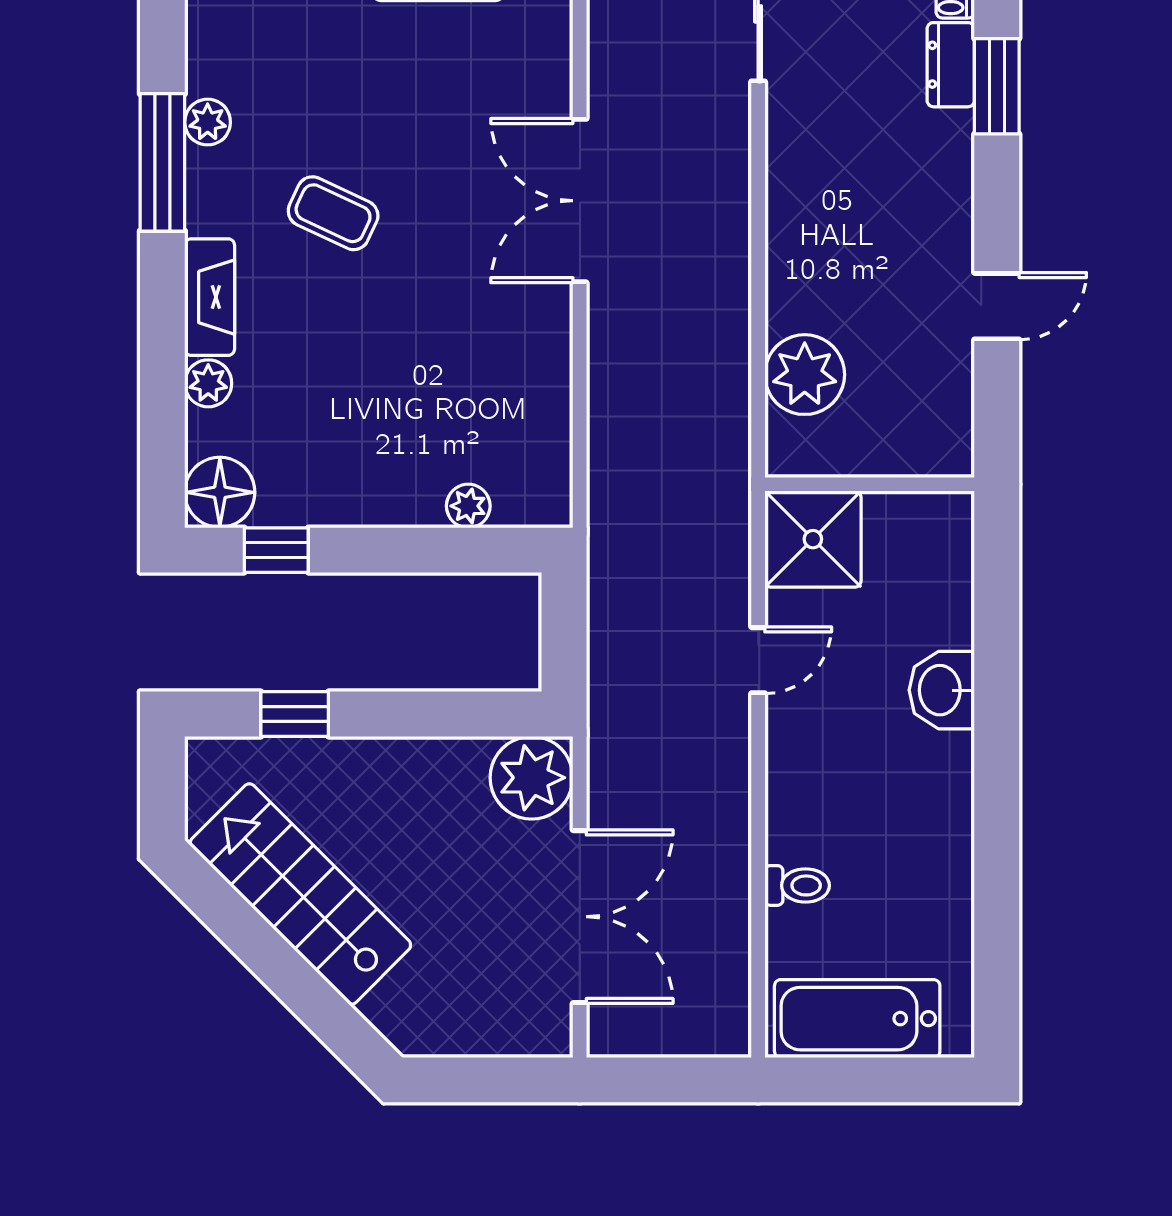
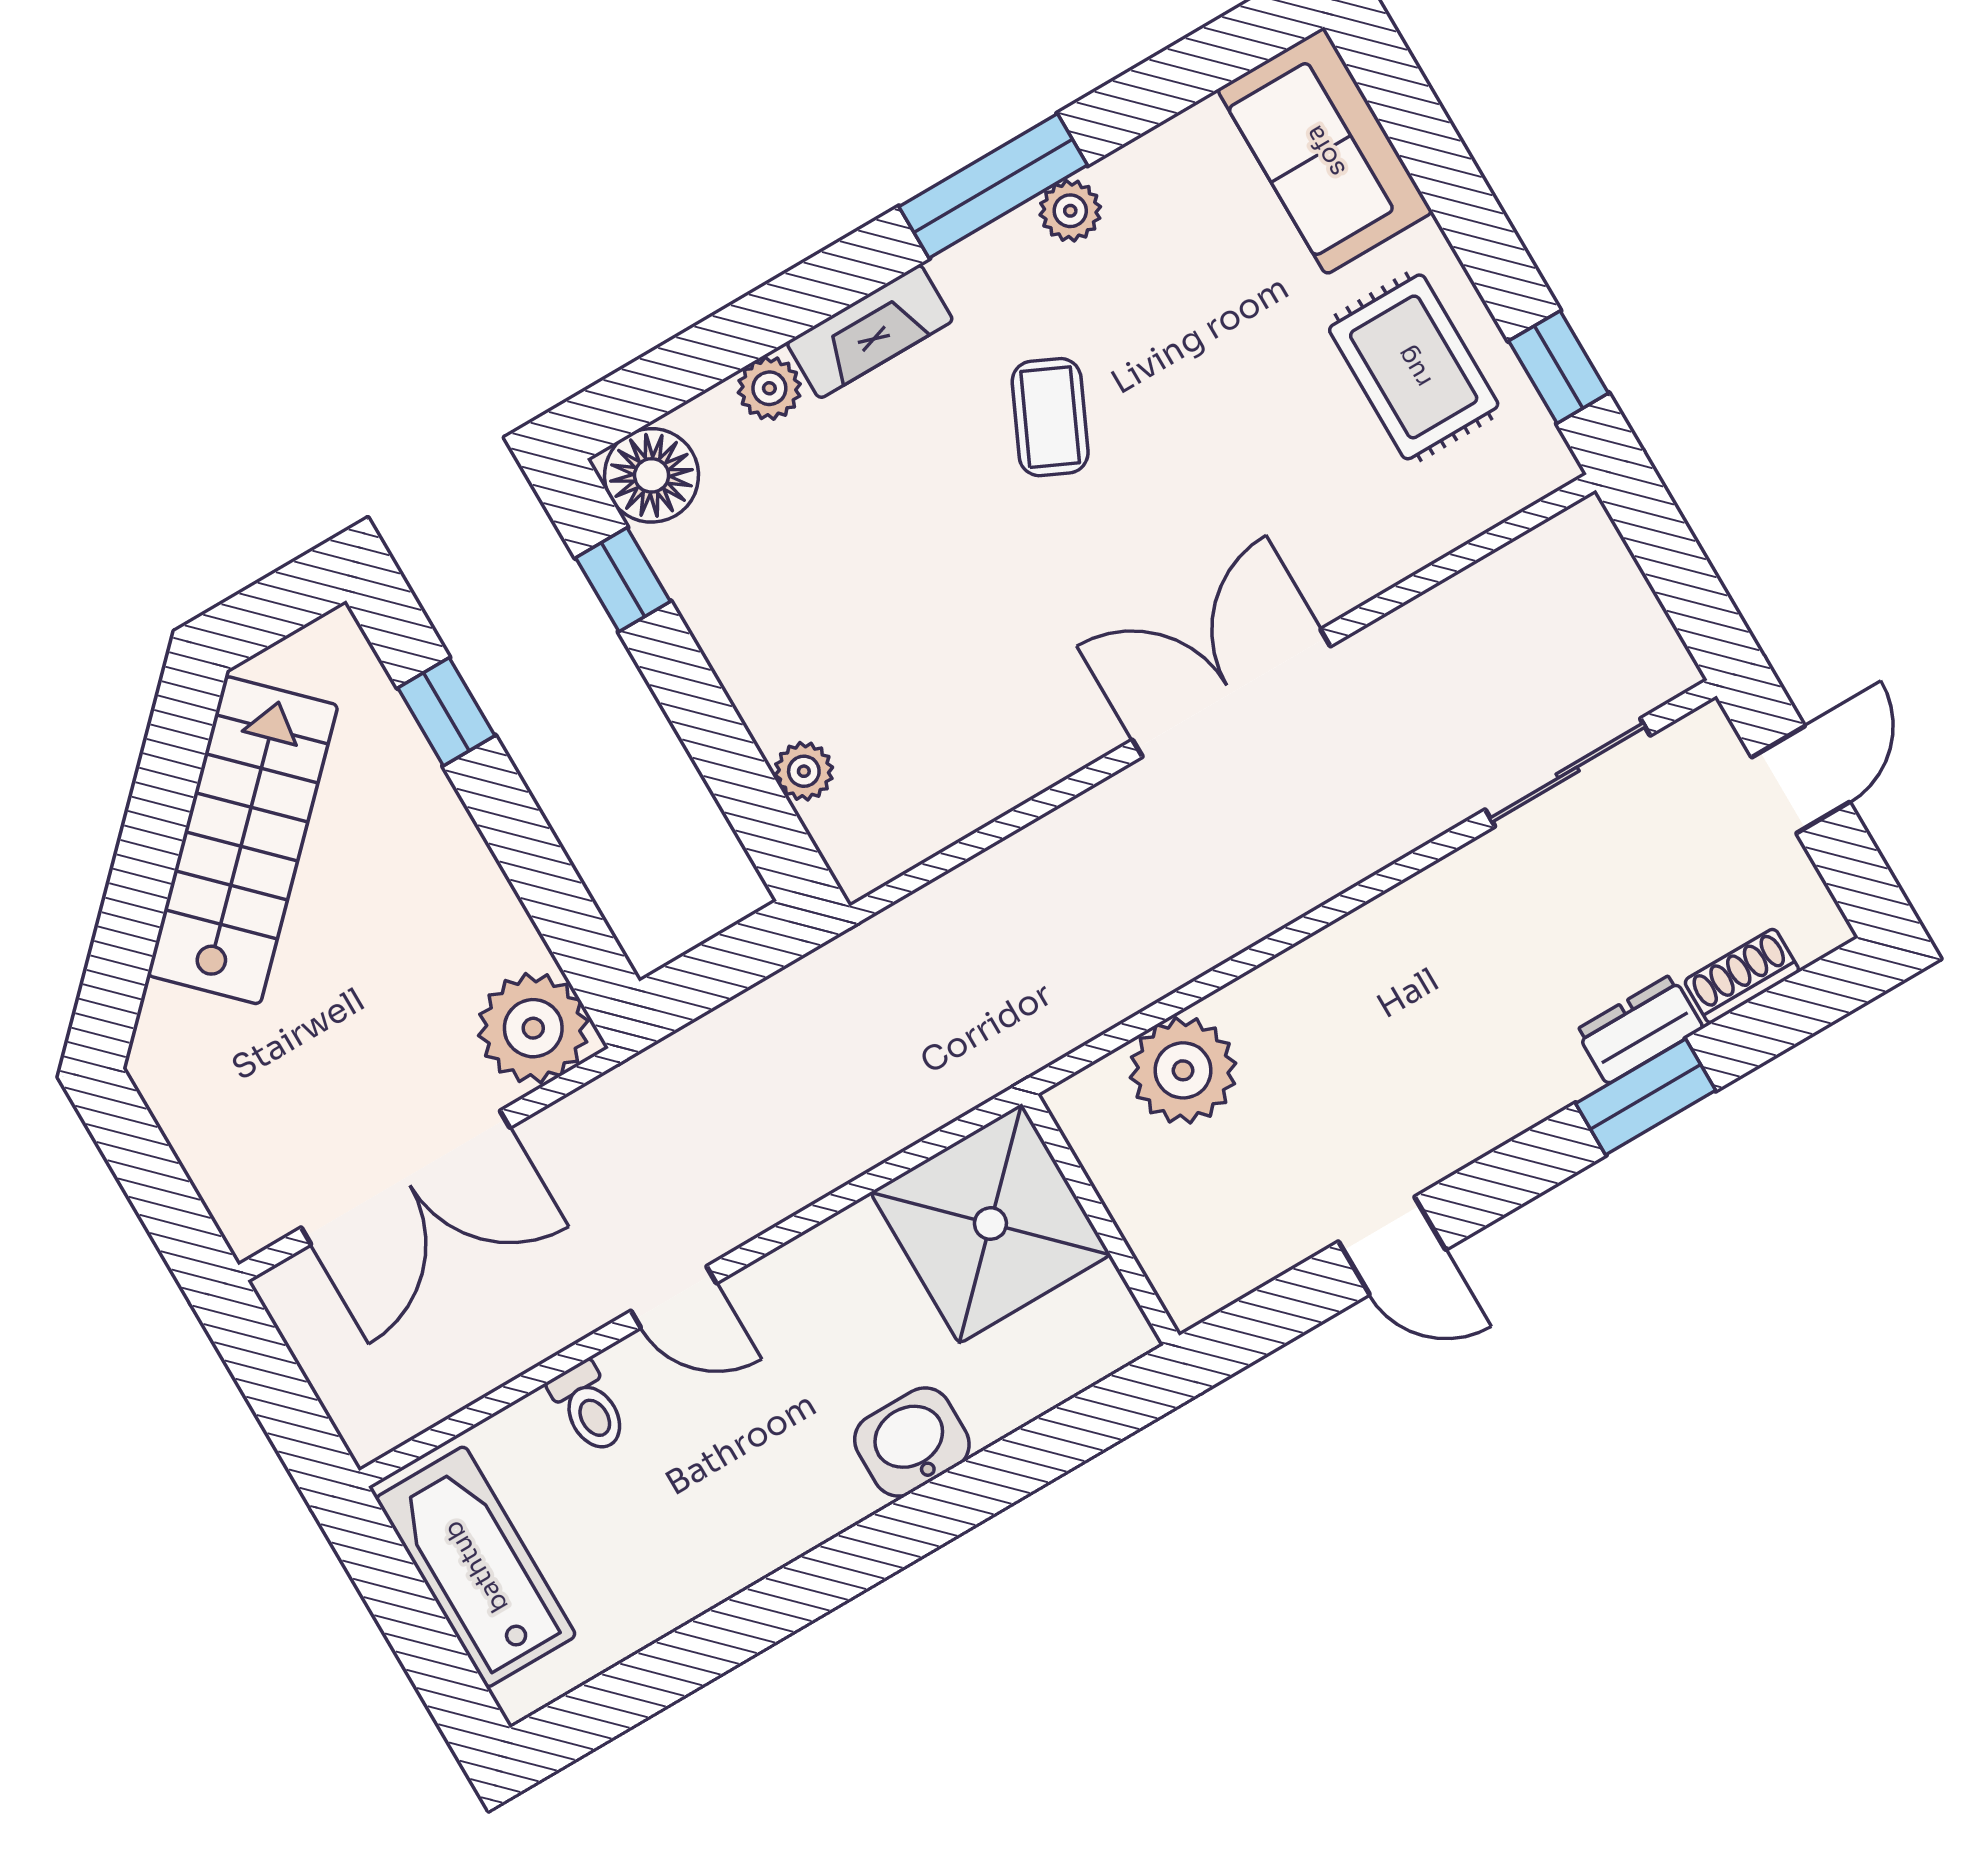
shower: (813, 539) -> (990, 1224), width x1.37, depth x1.37
door: (758, 660) -> (674, 1297), moved

